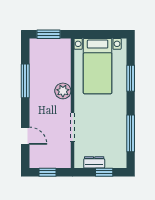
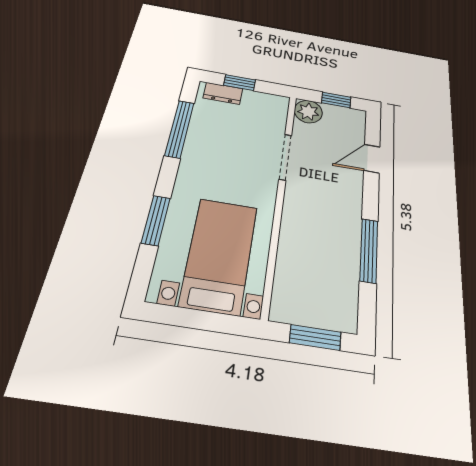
plant: (63, 91) -> (308, 112), moved
door: (25, 136) -> (372, 159), hinge flipped
dresser: (94, 162) -> (223, 93), moved

